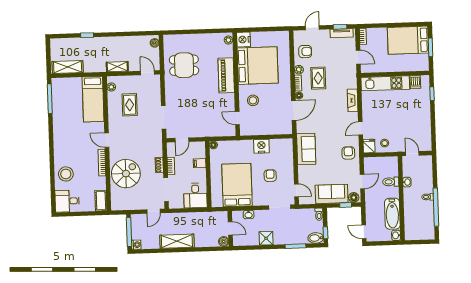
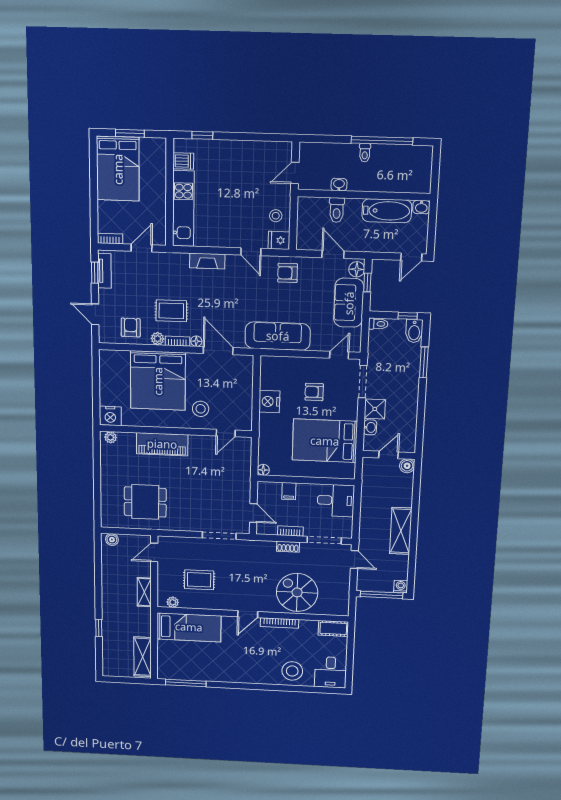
dining table: (184, 65) -> (145, 502), turned 90
bed: (258, 66) -> (158, 381), moved, turned 180
sofa: (306, 149) -> (278, 336), width x1.36
shower: (266, 238) -> (375, 409), moved

